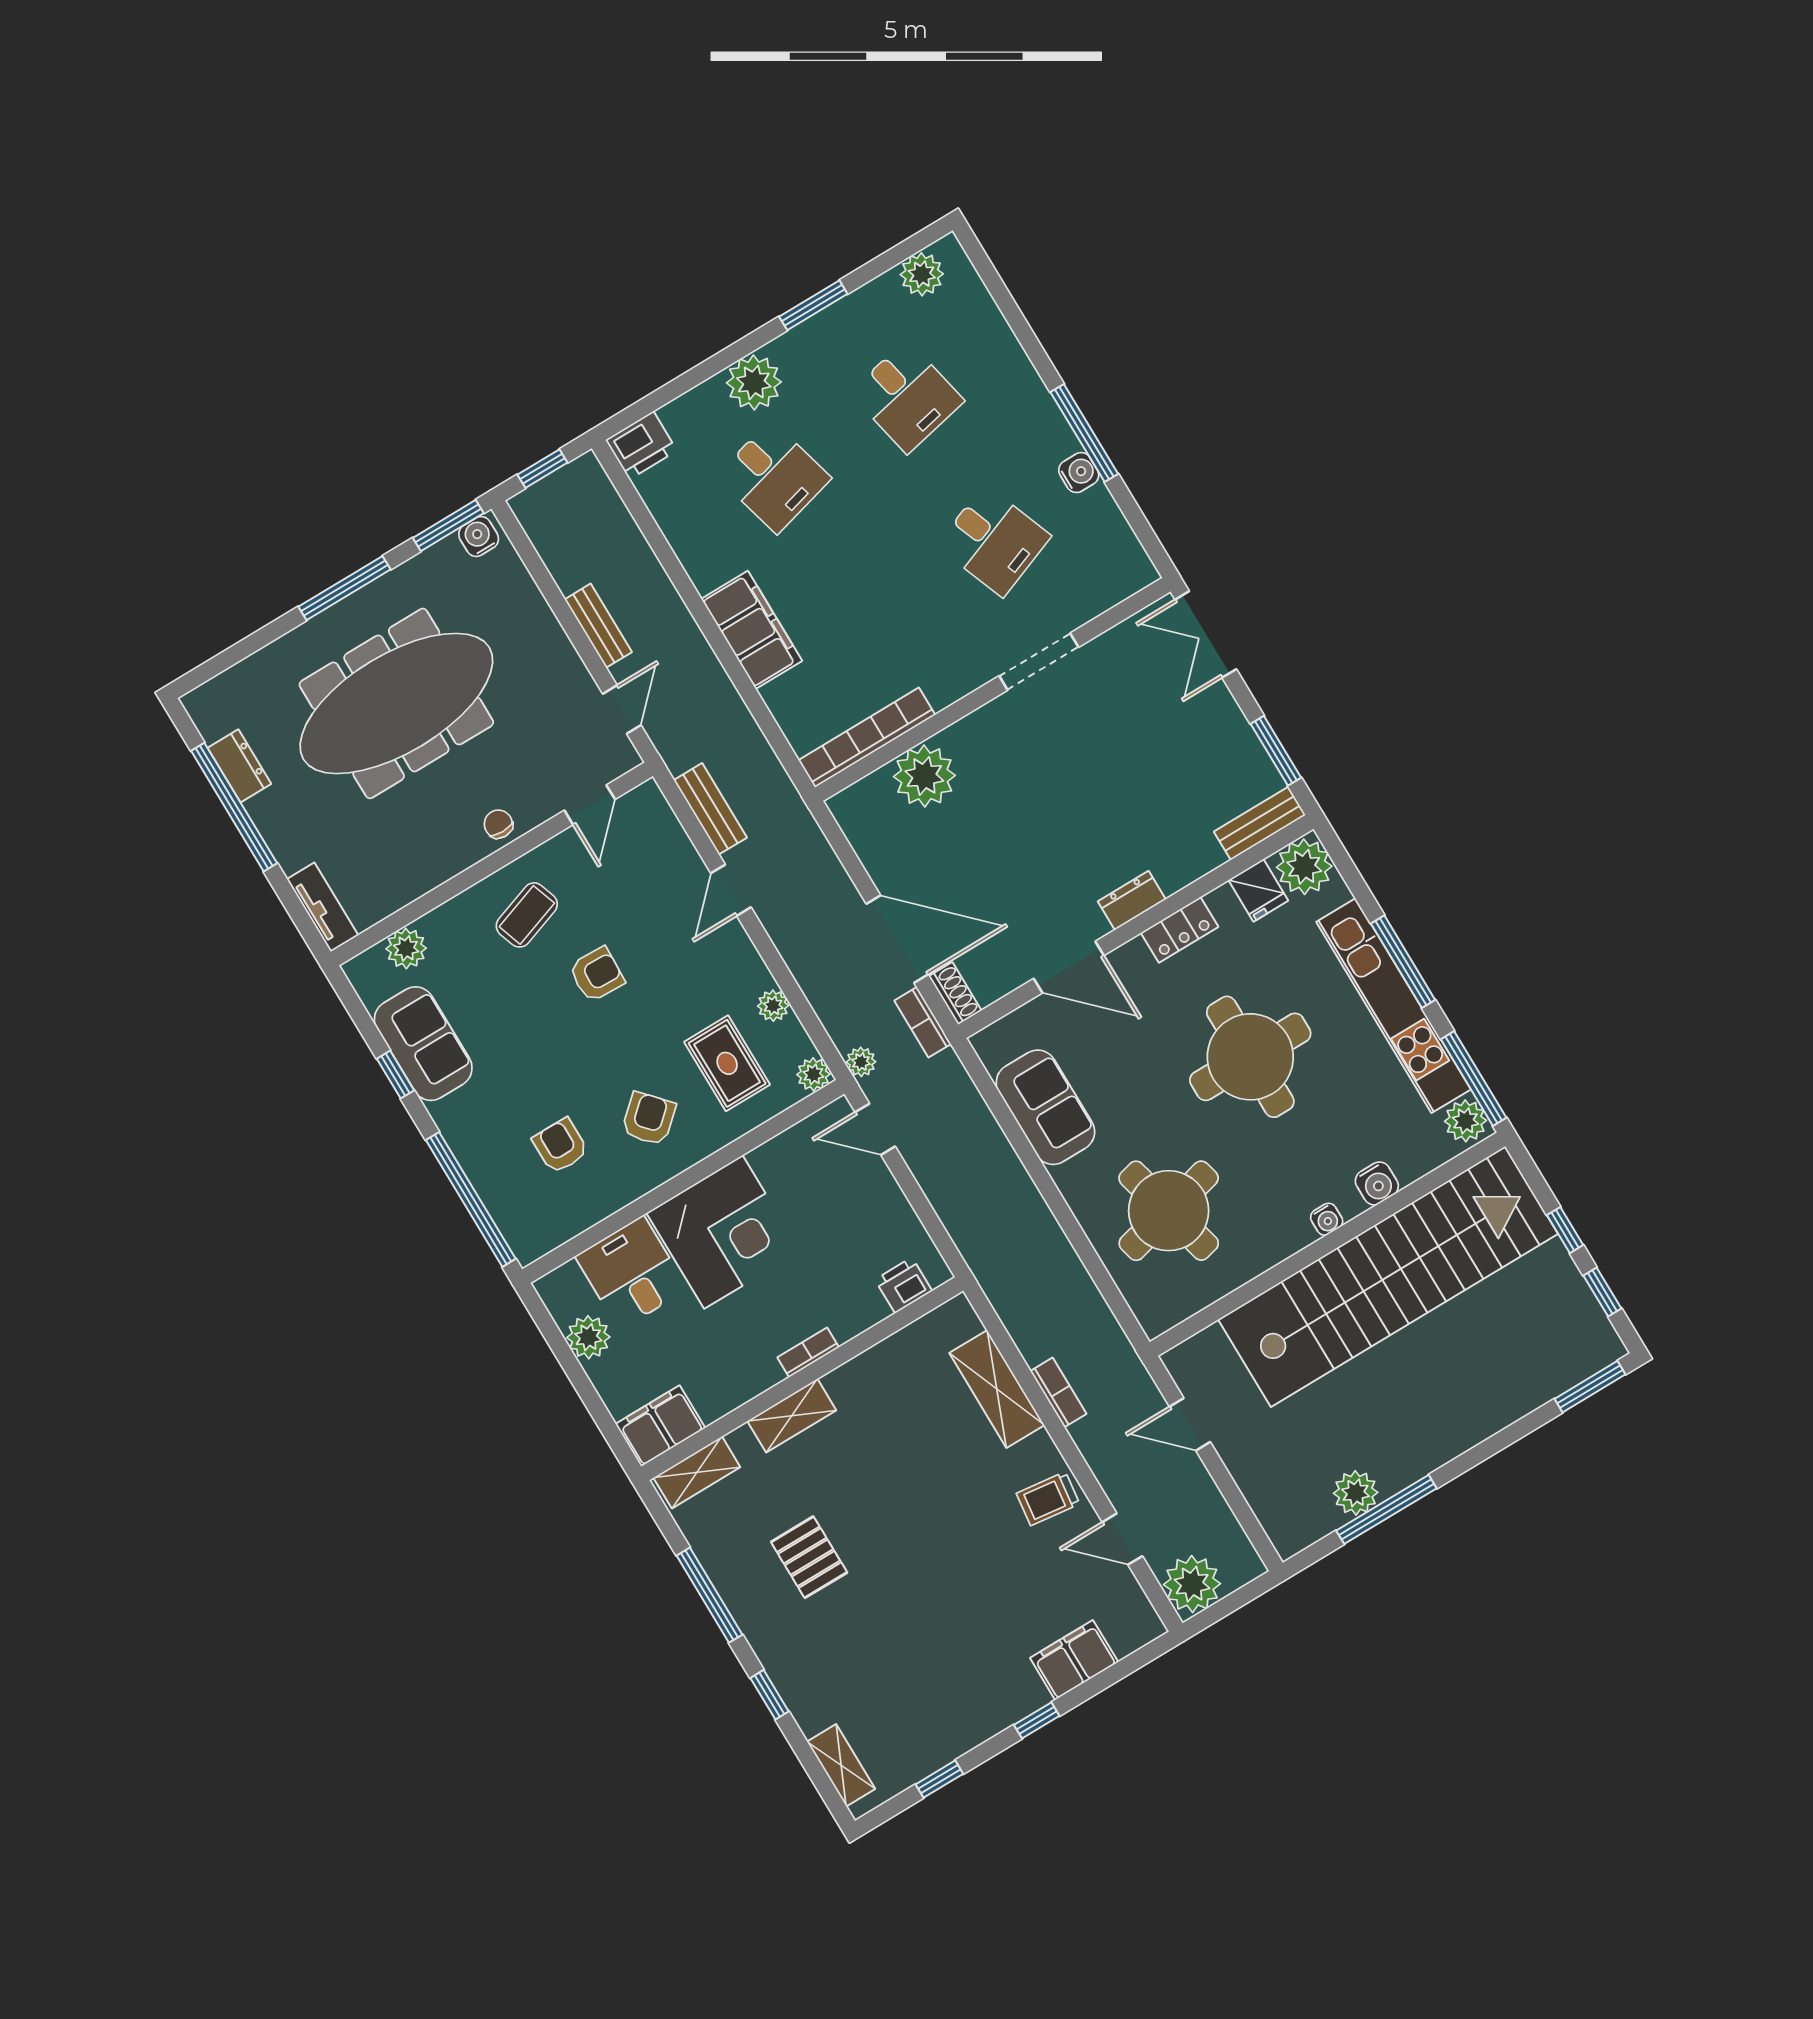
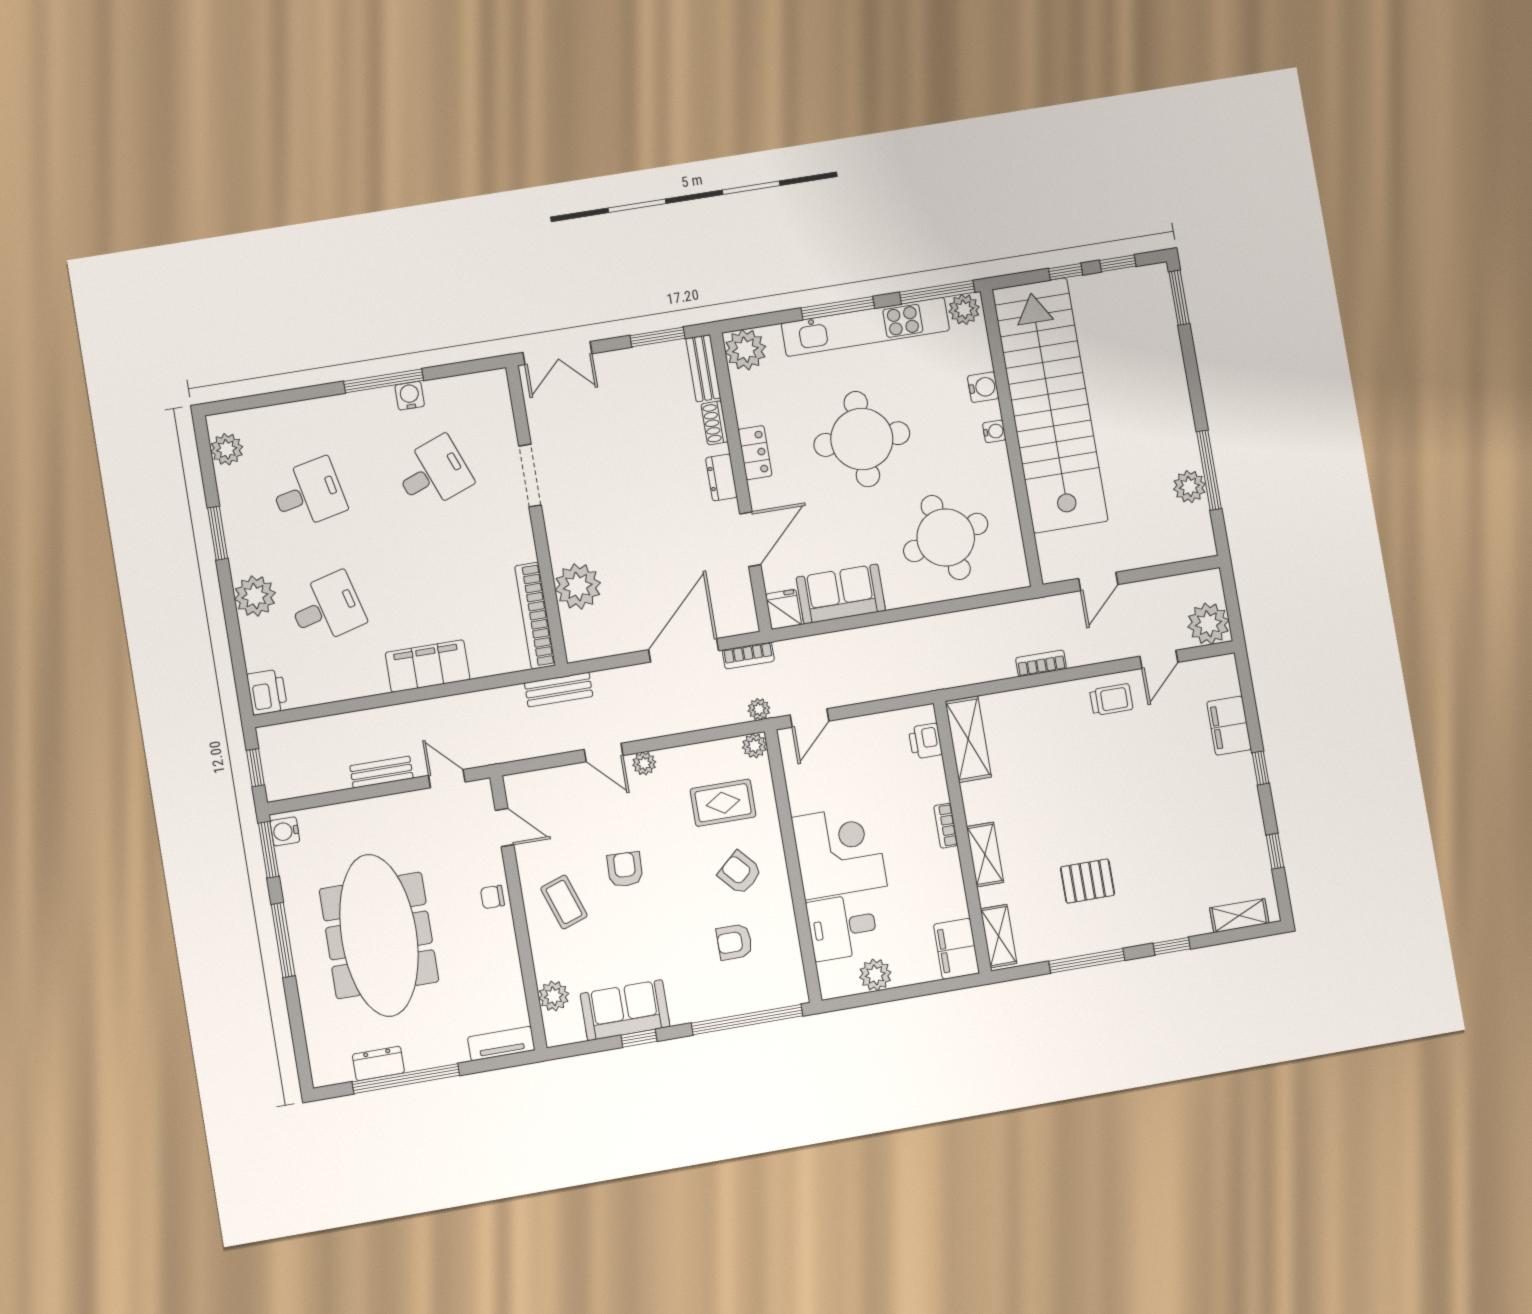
bench: (710, 809) -> (559, 690), moved
fridge: (1258, 890) -> (784, 609), moved, turned -90
shoe rack: (955, 993) -> (715, 423), moved, turned -90
plant: (773, 1006) -> (644, 764), moved
shelving: (997, 1389) -> (968, 739), moved, turned 90
trolley: (1048, 1499) -> (1111, 700), turned -97

